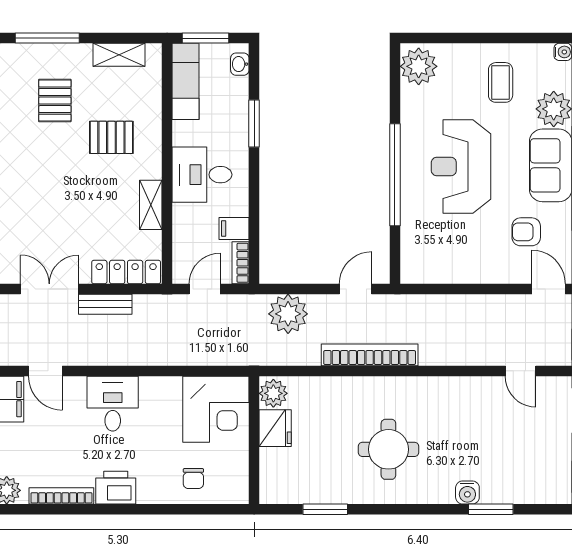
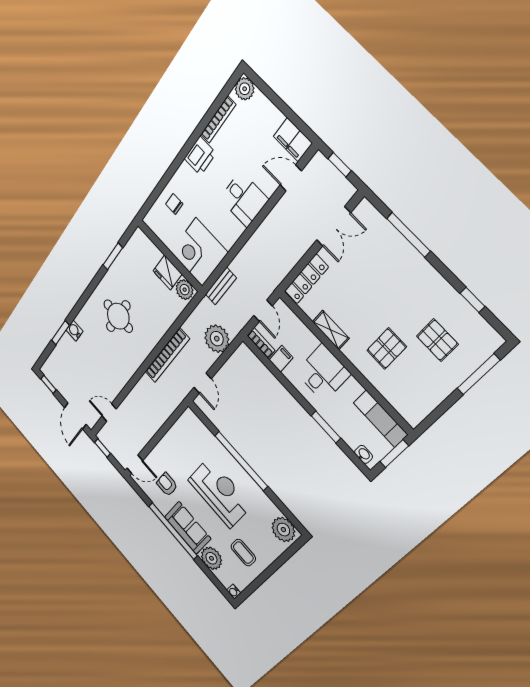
shelving: (119, 55) -> (429, 401), removed
armchair: (526, 232) -> (167, 484), turned -90
bench: (105, 304) -> (221, 286), moved

